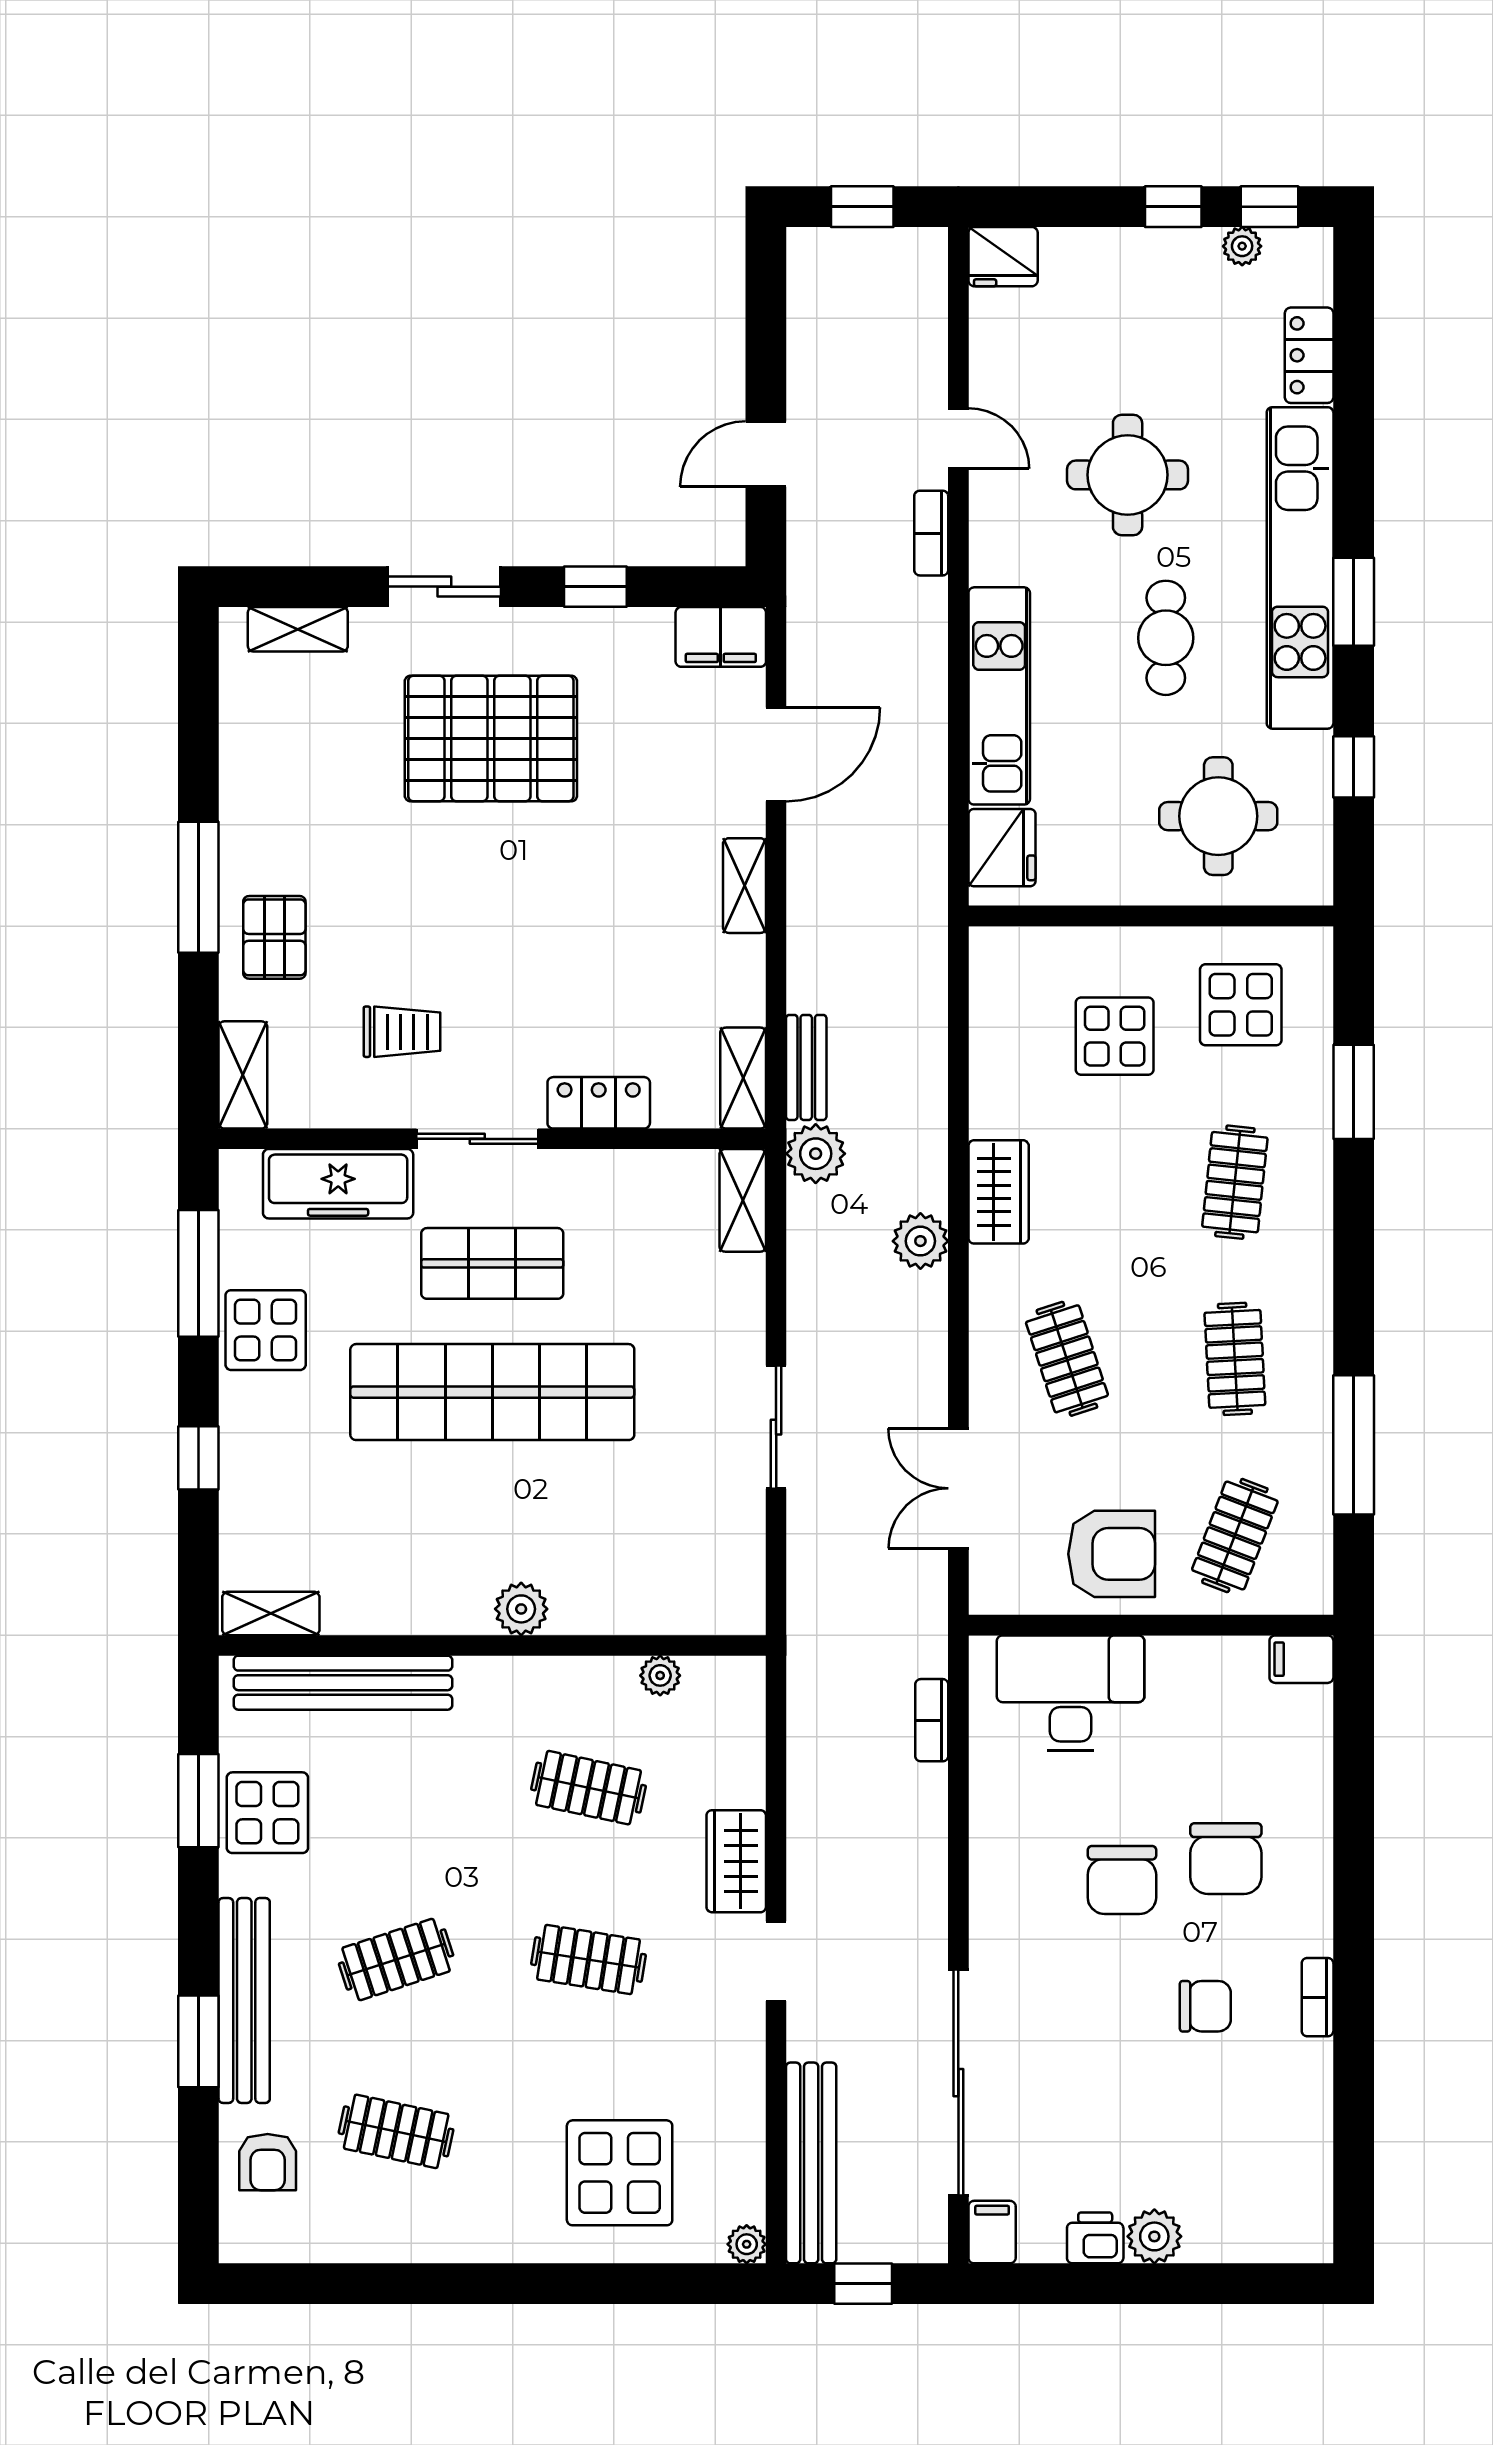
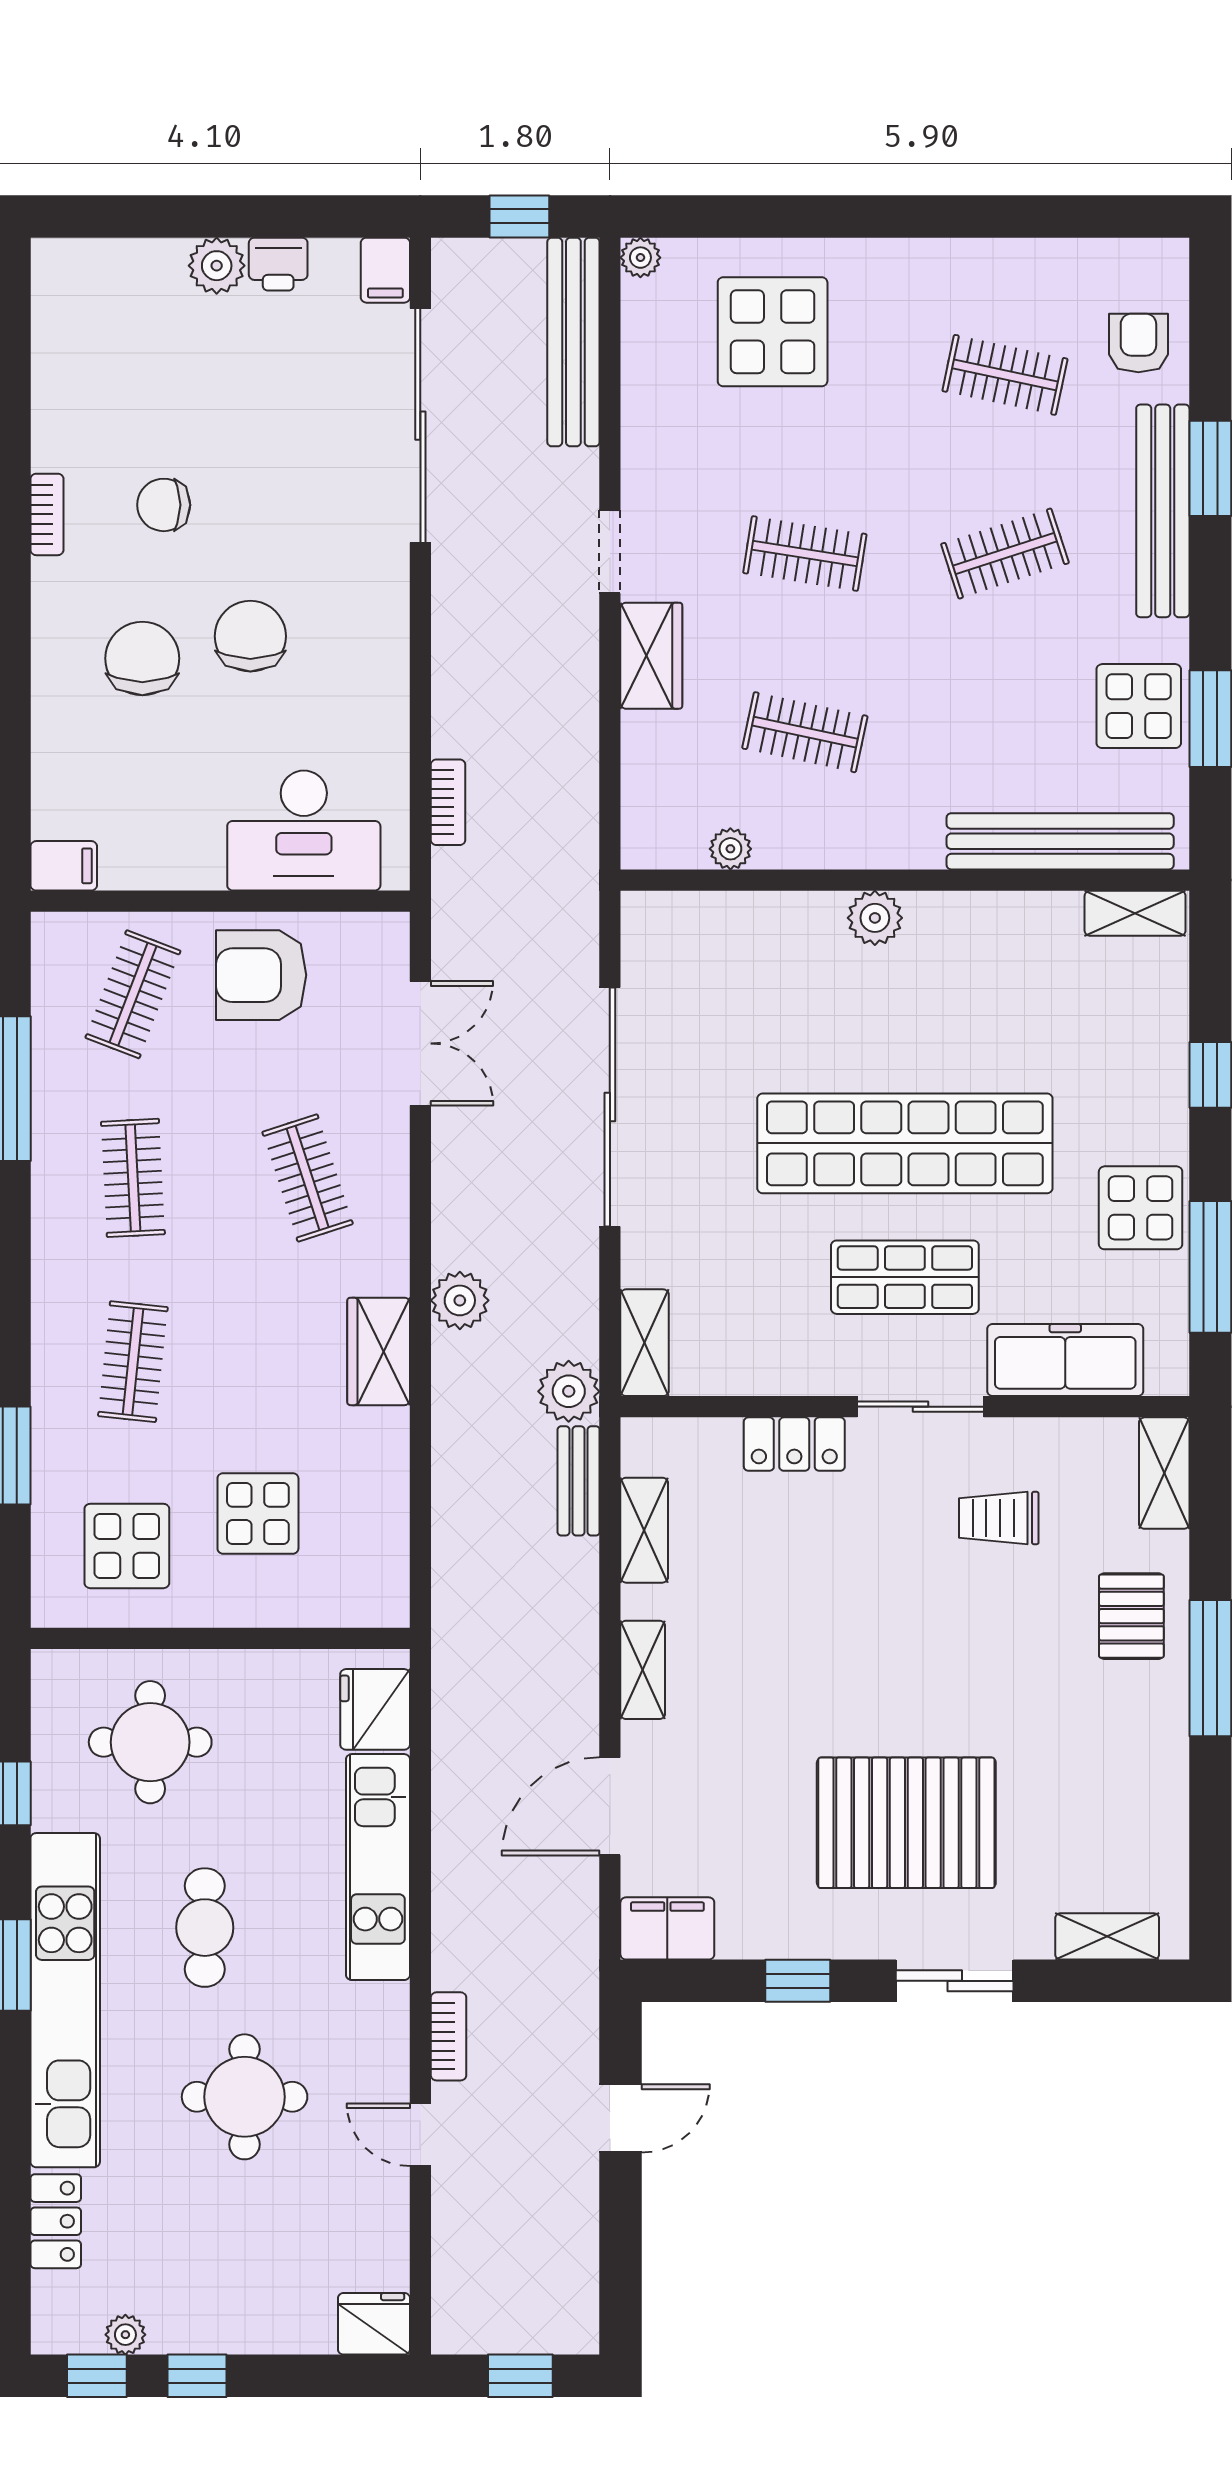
shelving: (743, 1078) -> (644, 1530), moved
sliding door: (776, 1427) -> (610, 1107), width x1.86

